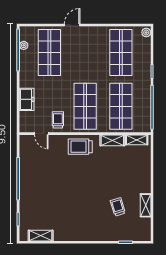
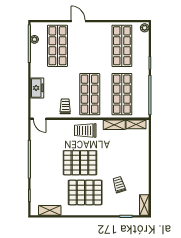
door: (72, 25) -> (78, 21), hinge flipped
door: (41, 134) -> (40, 119), moved
pallet: (74, 183) -> (80, 163), added
shelving: (146, 205) -> (144, 205), moved
pallet: (80, 216) -> (85, 192), added

